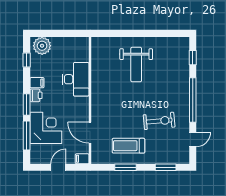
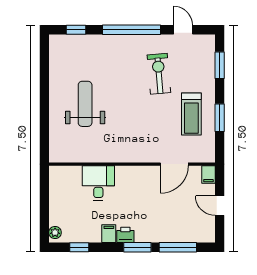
plant: (42, 46) -> (55, 232), width x0.53, depth x0.53
weight bench: (136, 65) -> (85, 104), turned -90
desk: (76, 79) -> (98, 183), width x0.73
corner desk: (46, 128) -> (168, 222), removed

